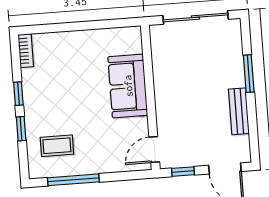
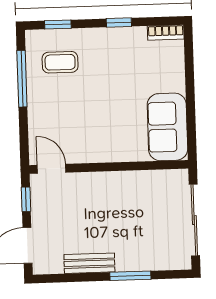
sofa: (128, 86) -> (167, 127), moved, turned -90
window: (21, 129) -> (58, 25), moved
coffee table: (57, 146) -> (60, 62), turned 90

